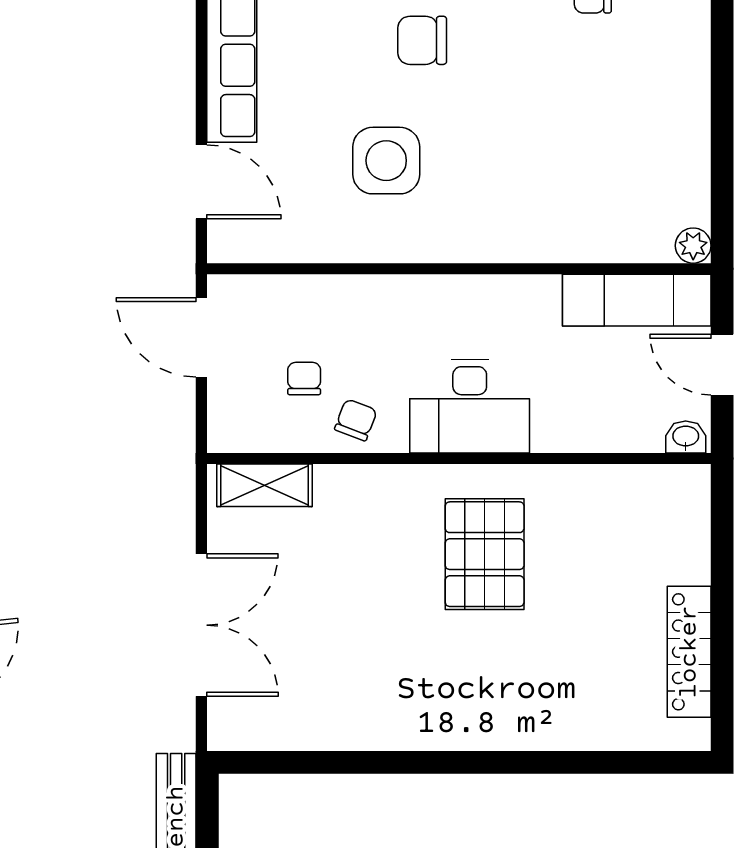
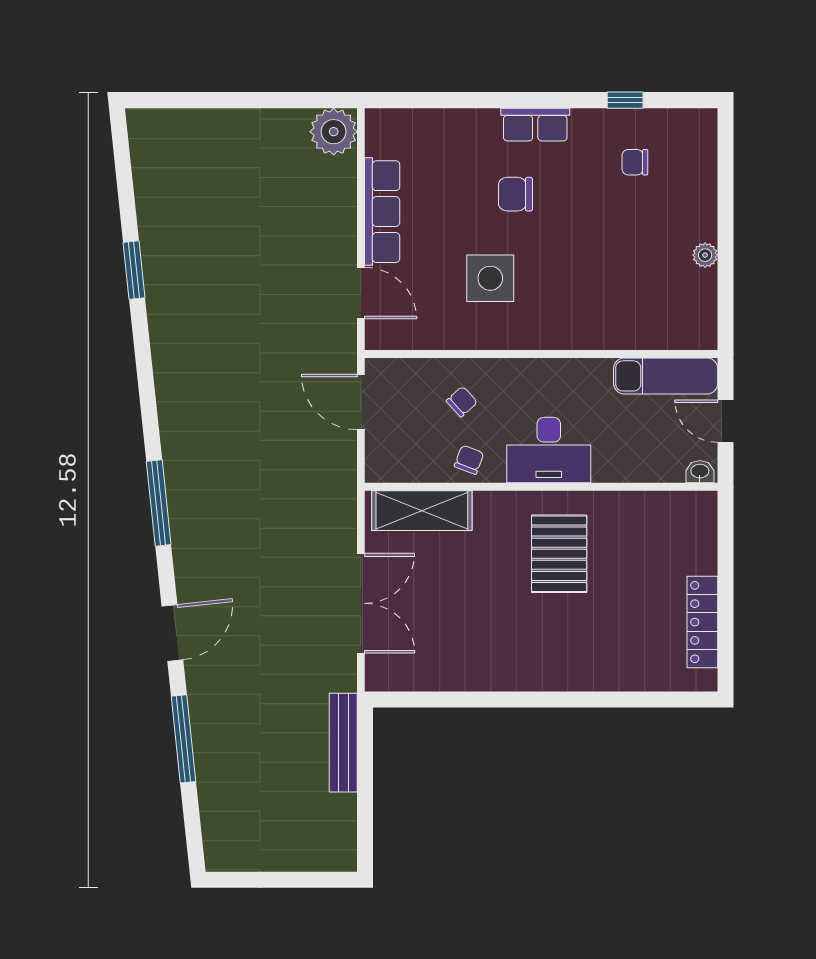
plant: (693, 246) -> (705, 255), moved
chair: (304, 379) -> (462, 402), moved, turned 48
shelving: (265, 485) -> (422, 511), width x1.50, depth x1.33

